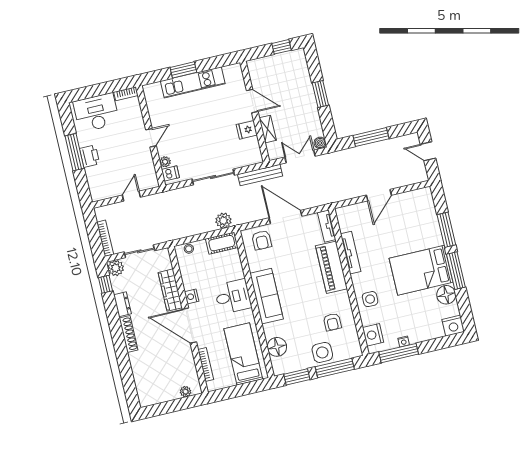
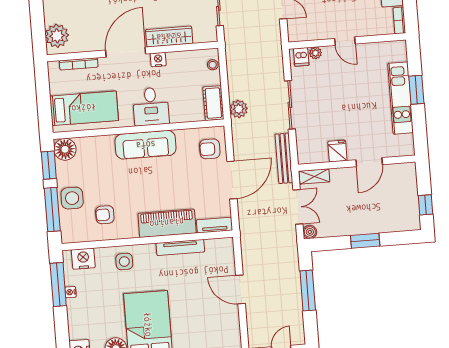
shelving: (268, 129) -> (314, 176), moved
floor lamp: (277, 347) -> (65, 149), moved
plant: (185, 392) -> (57, 36), width x1.87, depth x1.87

